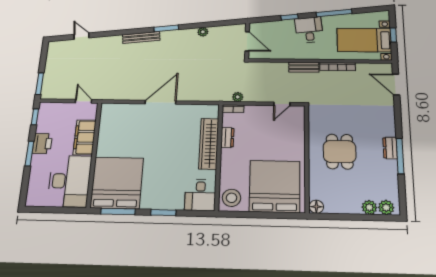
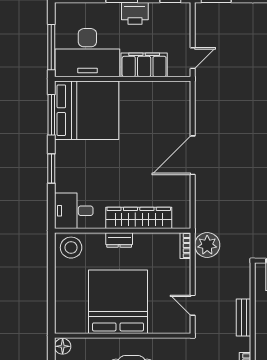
bench: (304, 67) -> (244, 317), moved
plant: (238, 97) -> (207, 245), width x1.87, depth x1.87
door: (161, 102) -> (193, 155), swing flipped
dresser: (227, 138) -> (119, 240), moved
bed: (275, 186) -> (118, 302), moved, turned -90
window: (61, 210) -> (51, 47), added

